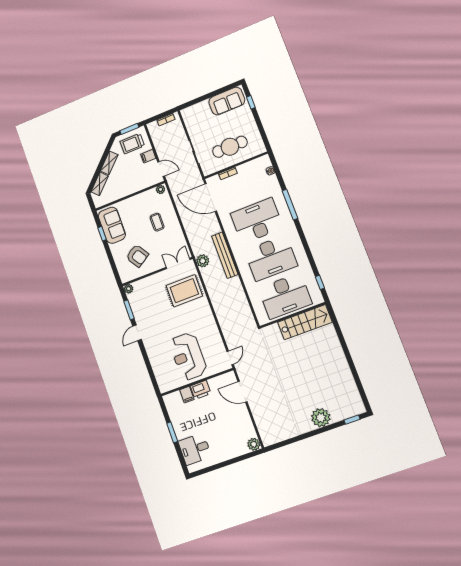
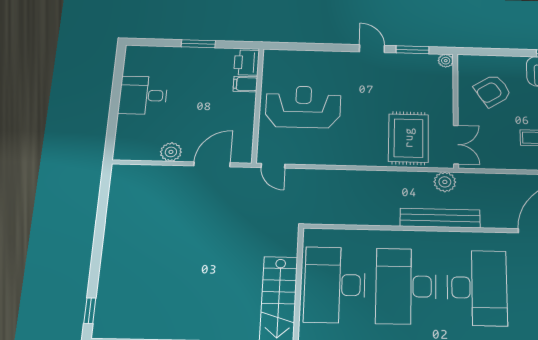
printer: (201, 390) -> (247, 62), moved
plant: (321, 418) -> (116, 264), removed
plant: (254, 444) -> (171, 152), moved
desk: (195, 449) -> (143, 95), moved, turned -90

